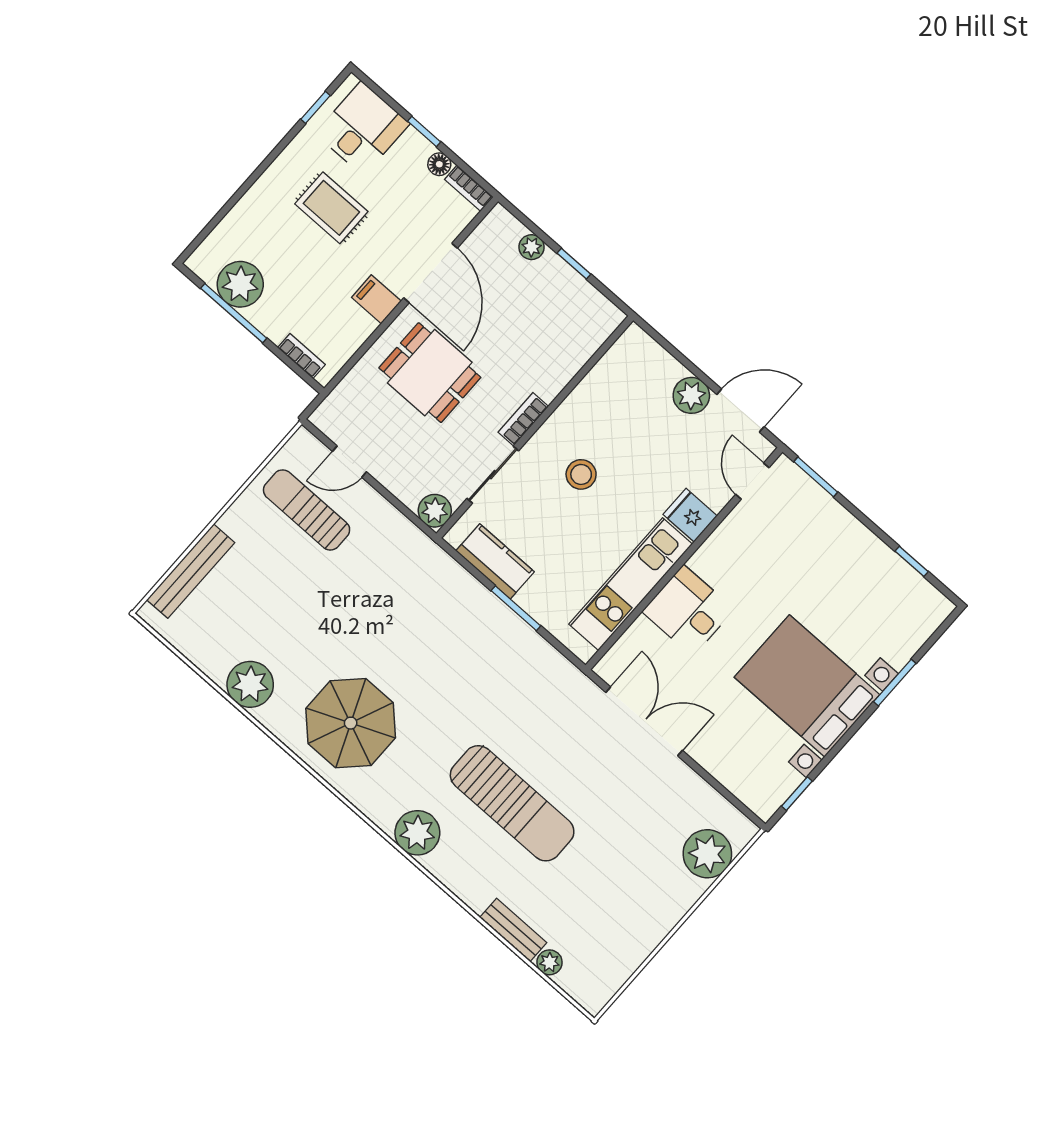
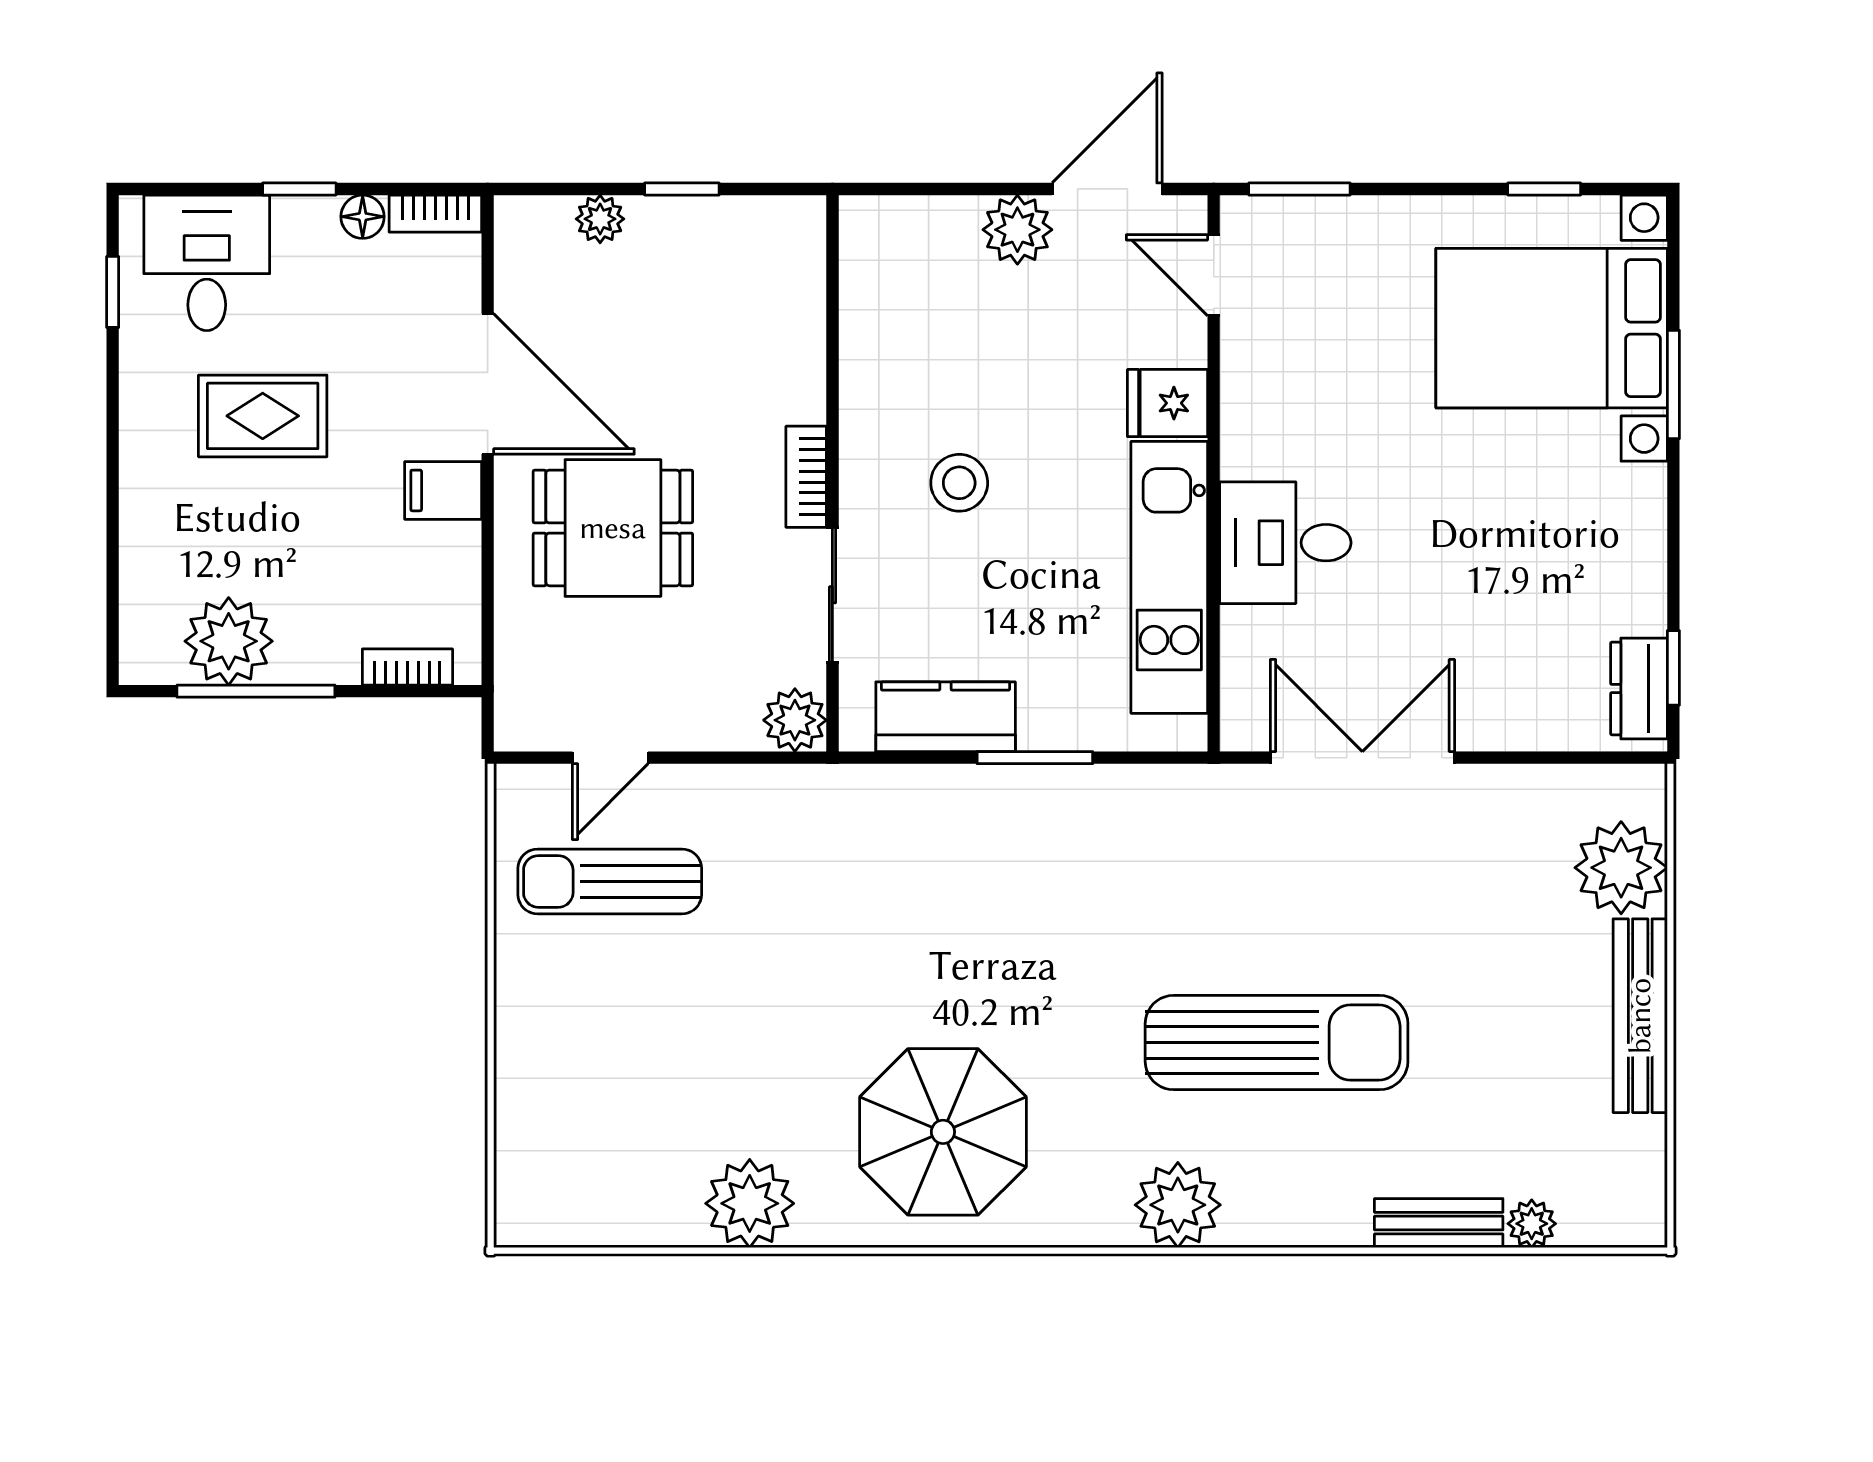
bench: (191, 571) -> (1640, 1016), moved
bed with nightstands: (807, 686) -> (1552, 328), moved
dresser: (776, 790) -> (1639, 688), added

